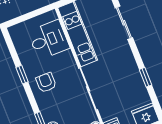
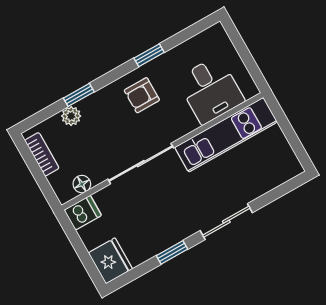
sliding door: (124, 23) -> (226, 222), moved
armchair: (46, 82) -> (142, 95), turned 180

